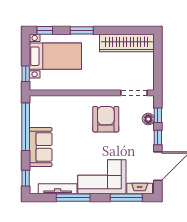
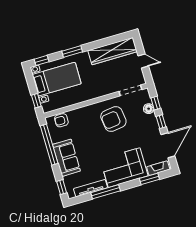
door: (158, 64) -> (143, 61), added
armchair: (47, 104) -> (61, 120), added
armchair: (106, 119) -> (113, 119), turned -97
window: (126, 198) -> (149, 179), width x0.69

